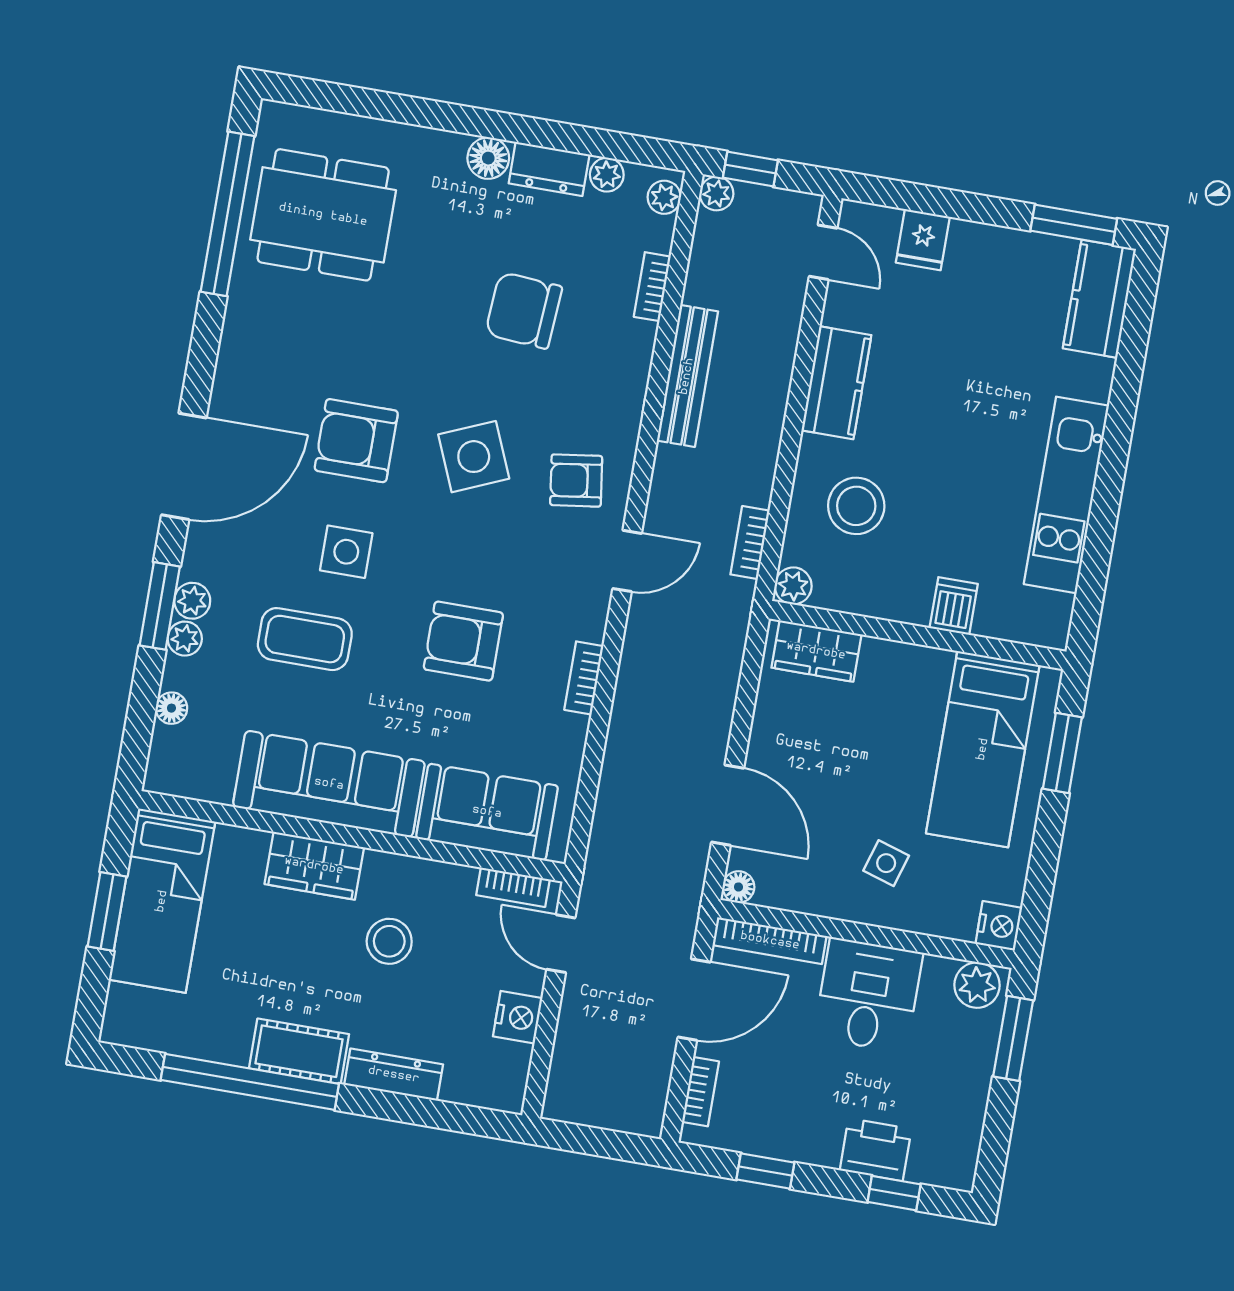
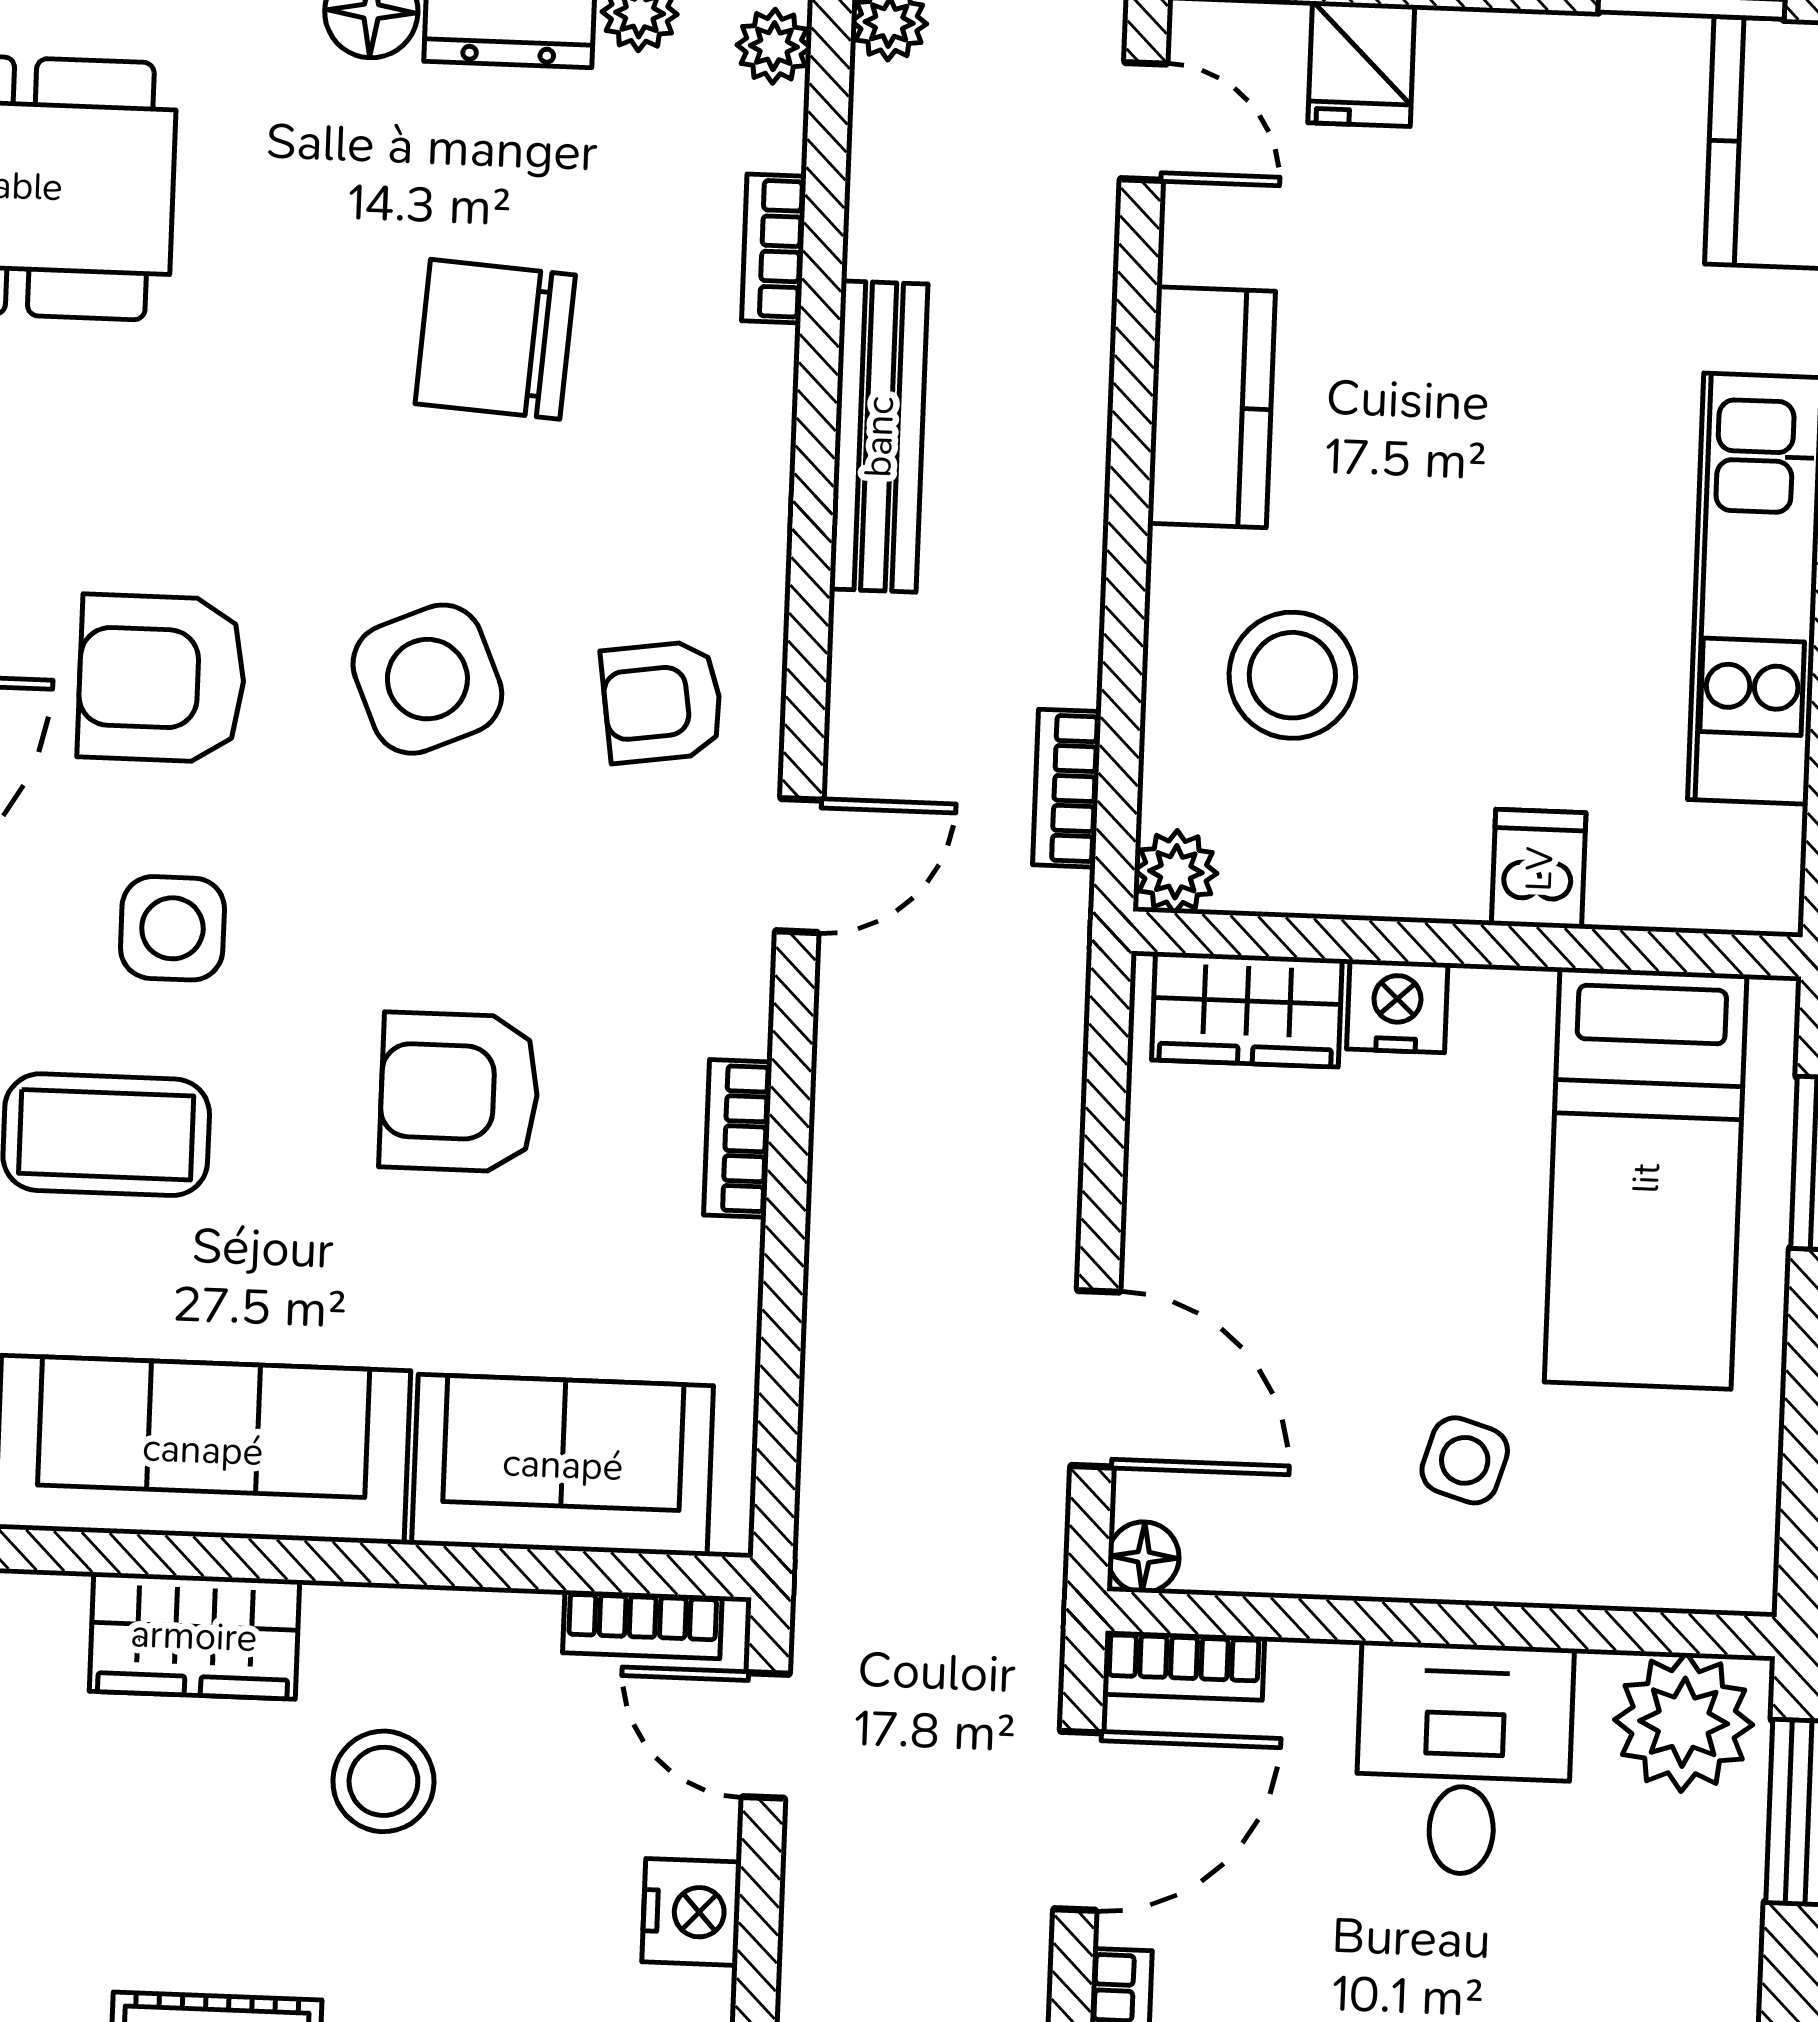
nightstand: (999, 926) -> (1397, 1006), moved, turned -90
bookcase: (770, 941) -> (1184, 1666), width x0.64
plant: (977, 985) -> (1684, 1722), width x1.36, depth x1.36

